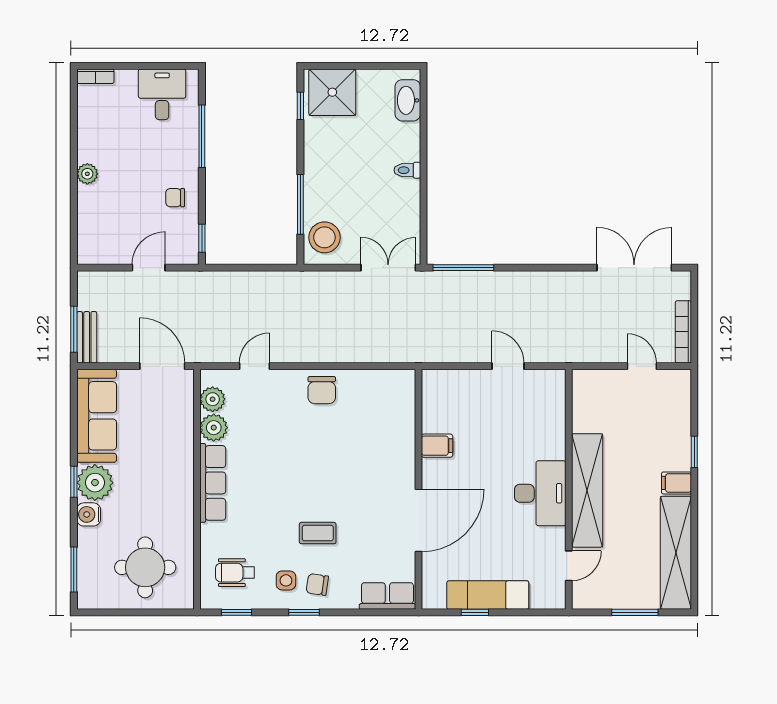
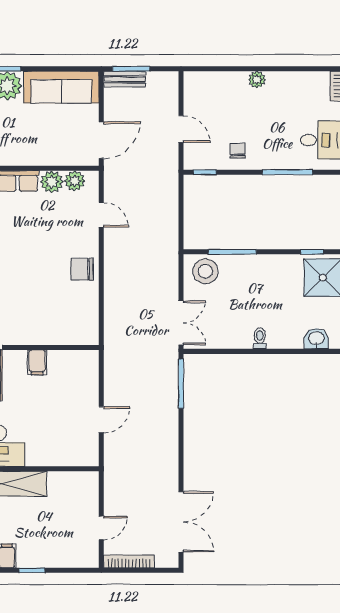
washbasin: (408, 100) -> (316, 339), width x0.72

